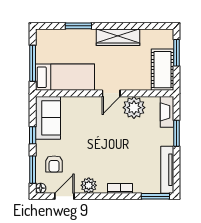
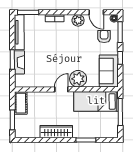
cot: (162, 70) -> (21, 103), width x0.73, depth x0.75
plant: (134, 108) -> (78, 79), moved
fireplace: (167, 112) -> (19, 62), moved
door: (64, 196) -> (96, 12), hinge flipped

